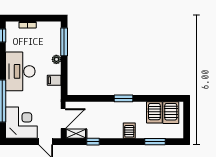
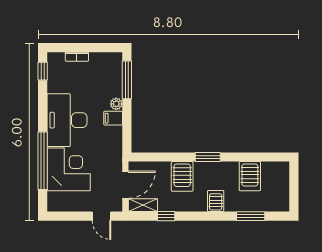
filing cabinet: (54, 80) -> (113, 118), moved
server rack: (171, 113) -> (182, 176), moved
corner desk: (21, 123) -> (69, 169), moved

